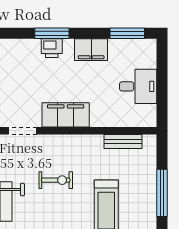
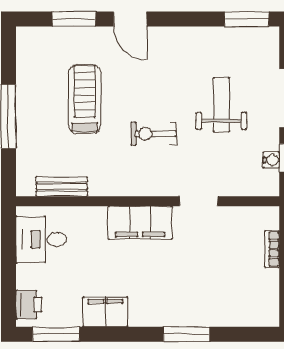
window: (52, 33) -> (186, 334), moved
printer: (52, 48) -> (29, 305), moved, turned 90
desk: (138, 86) -> (41, 239), moved

